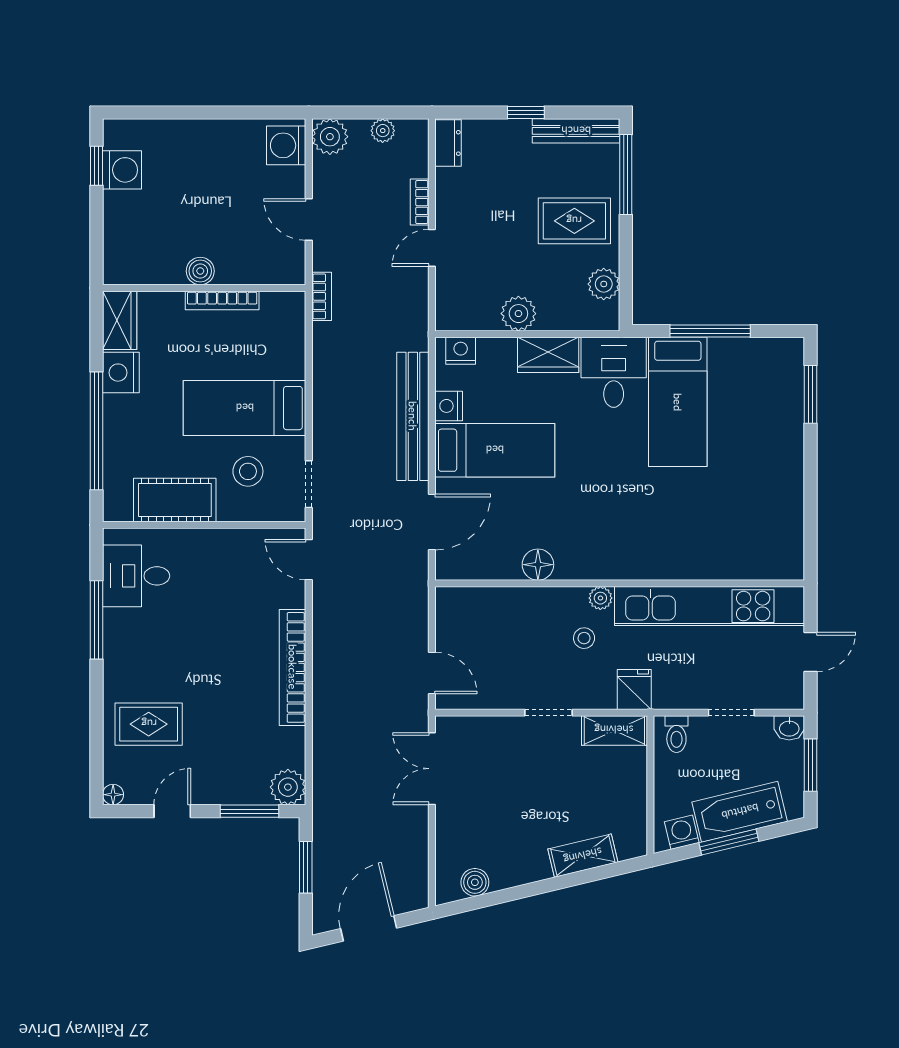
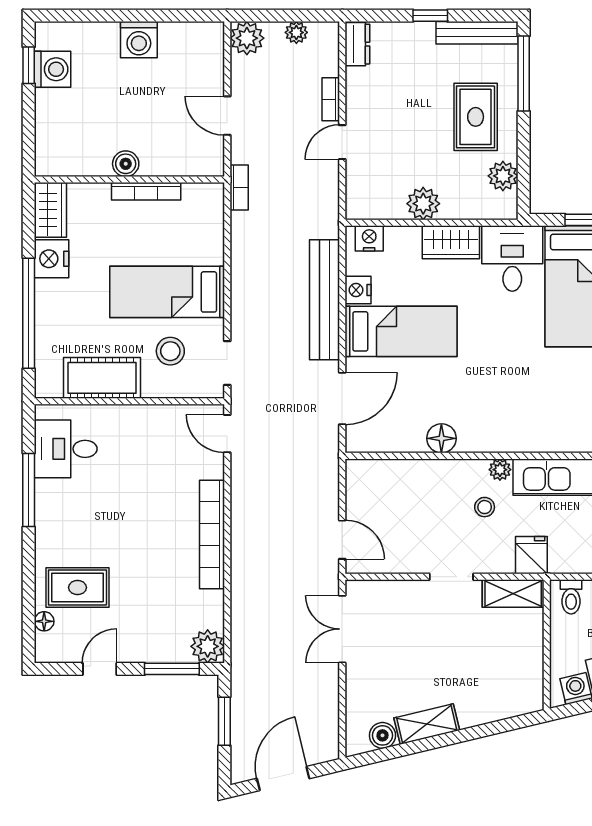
washing machine: (286, 145) -> (139, 40), moved, turned -90
rug: (574, 221) -> (476, 117), turned 90
floor lamp: (113, 795) -> (44, 621), moved
shelving: (583, 856) -> (427, 724), moved

